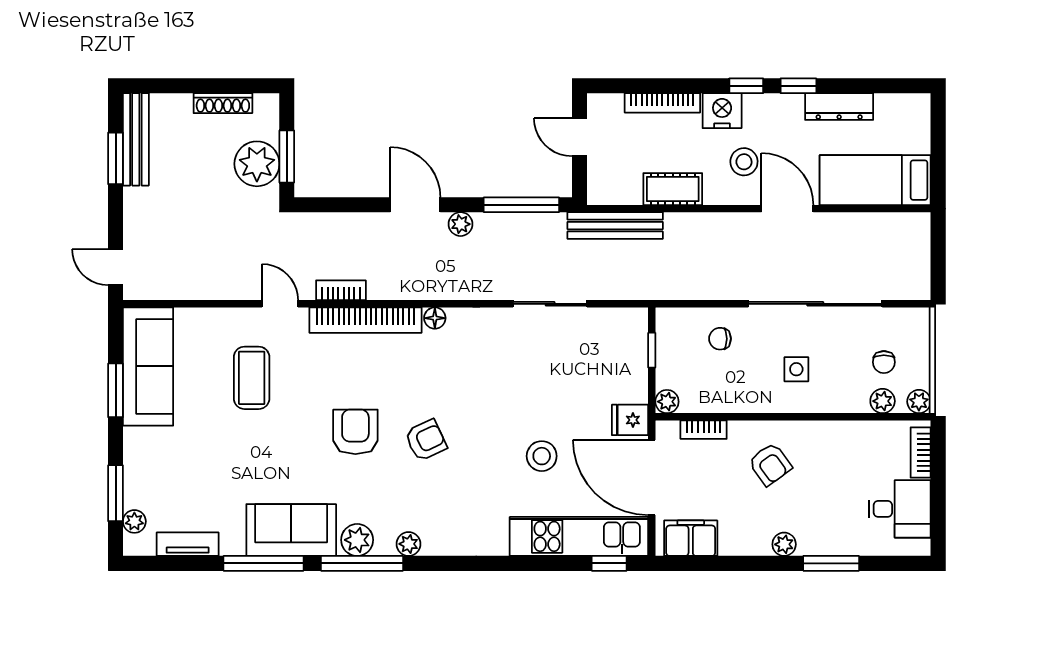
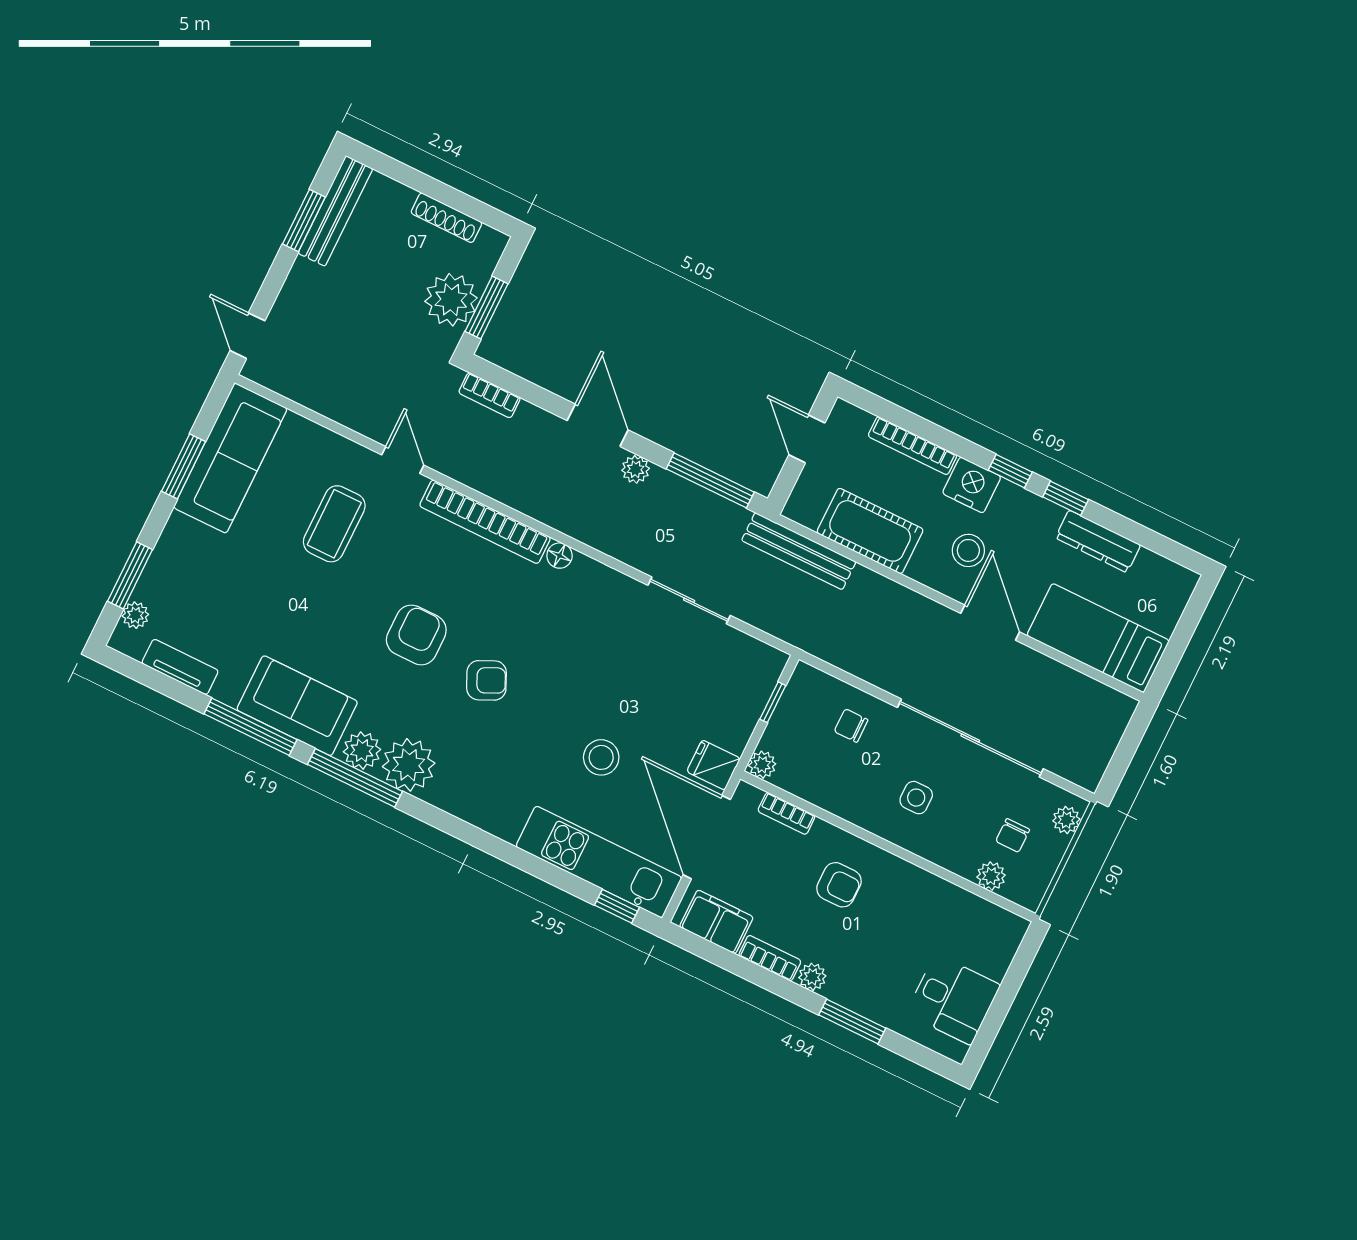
cot: (673, 189) -> (870, 531), width x1.37, depth x1.34
bookcase: (341, 290) -> (490, 395), moved, turned 180
plant: (919, 402) -> (1066, 820), moved
bookcase: (921, 453) -> (770, 958), moved, turned 90
armchair: (770, 464) -> (839, 885), turned -54
plant: (409, 544) -> (409, 765), width x1.88, depth x1.88

